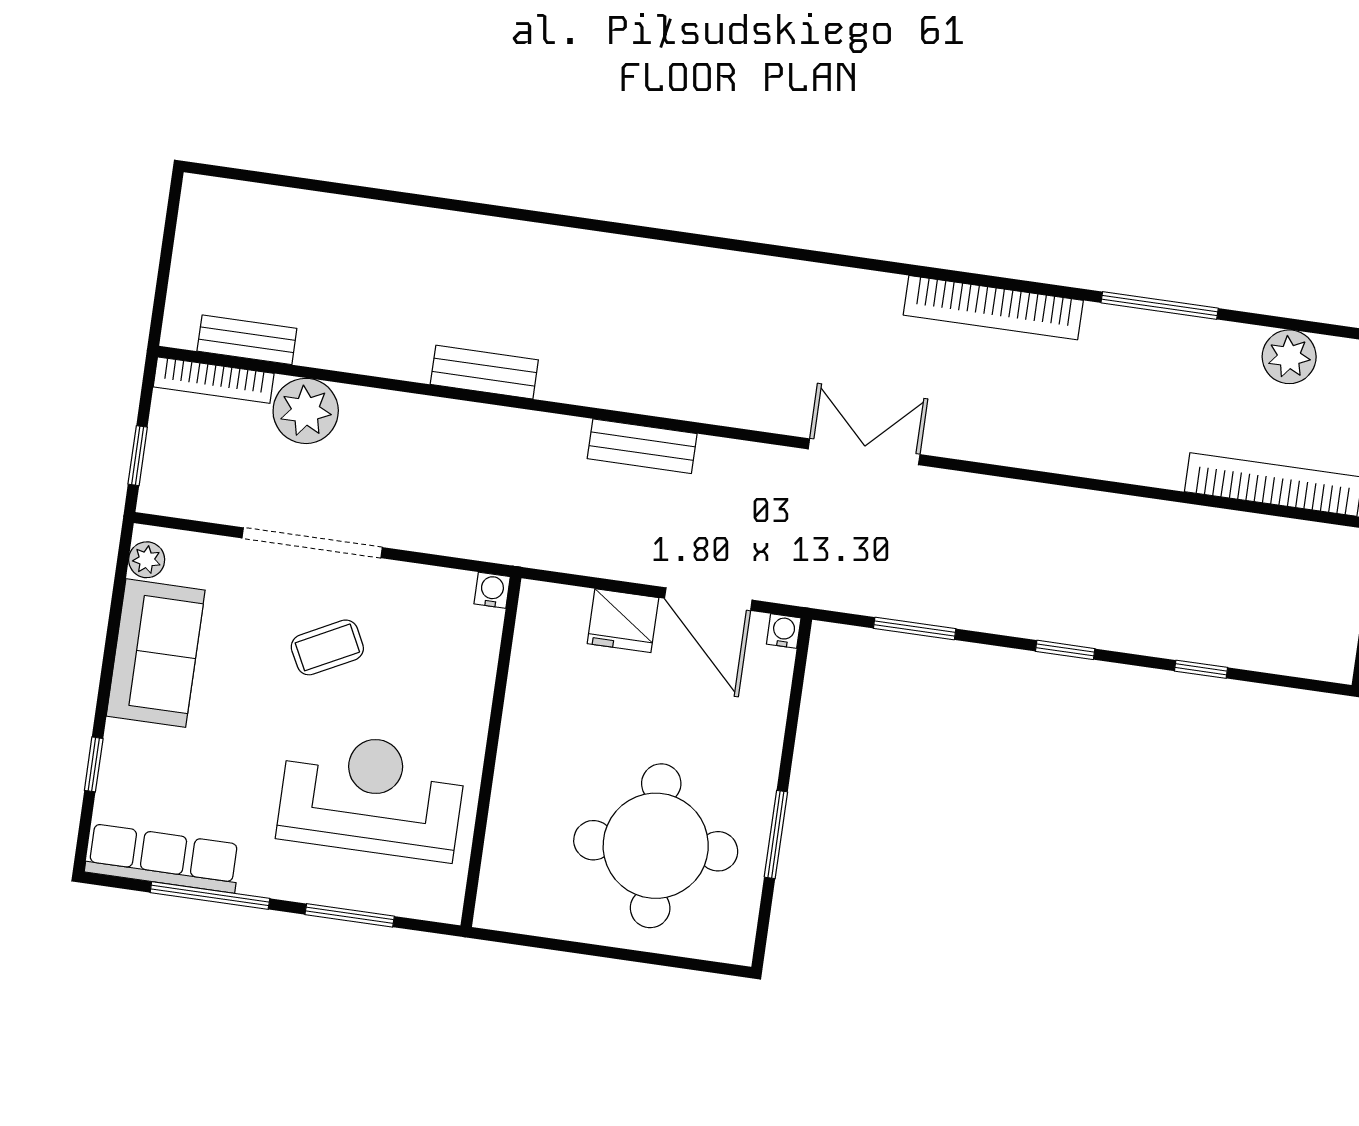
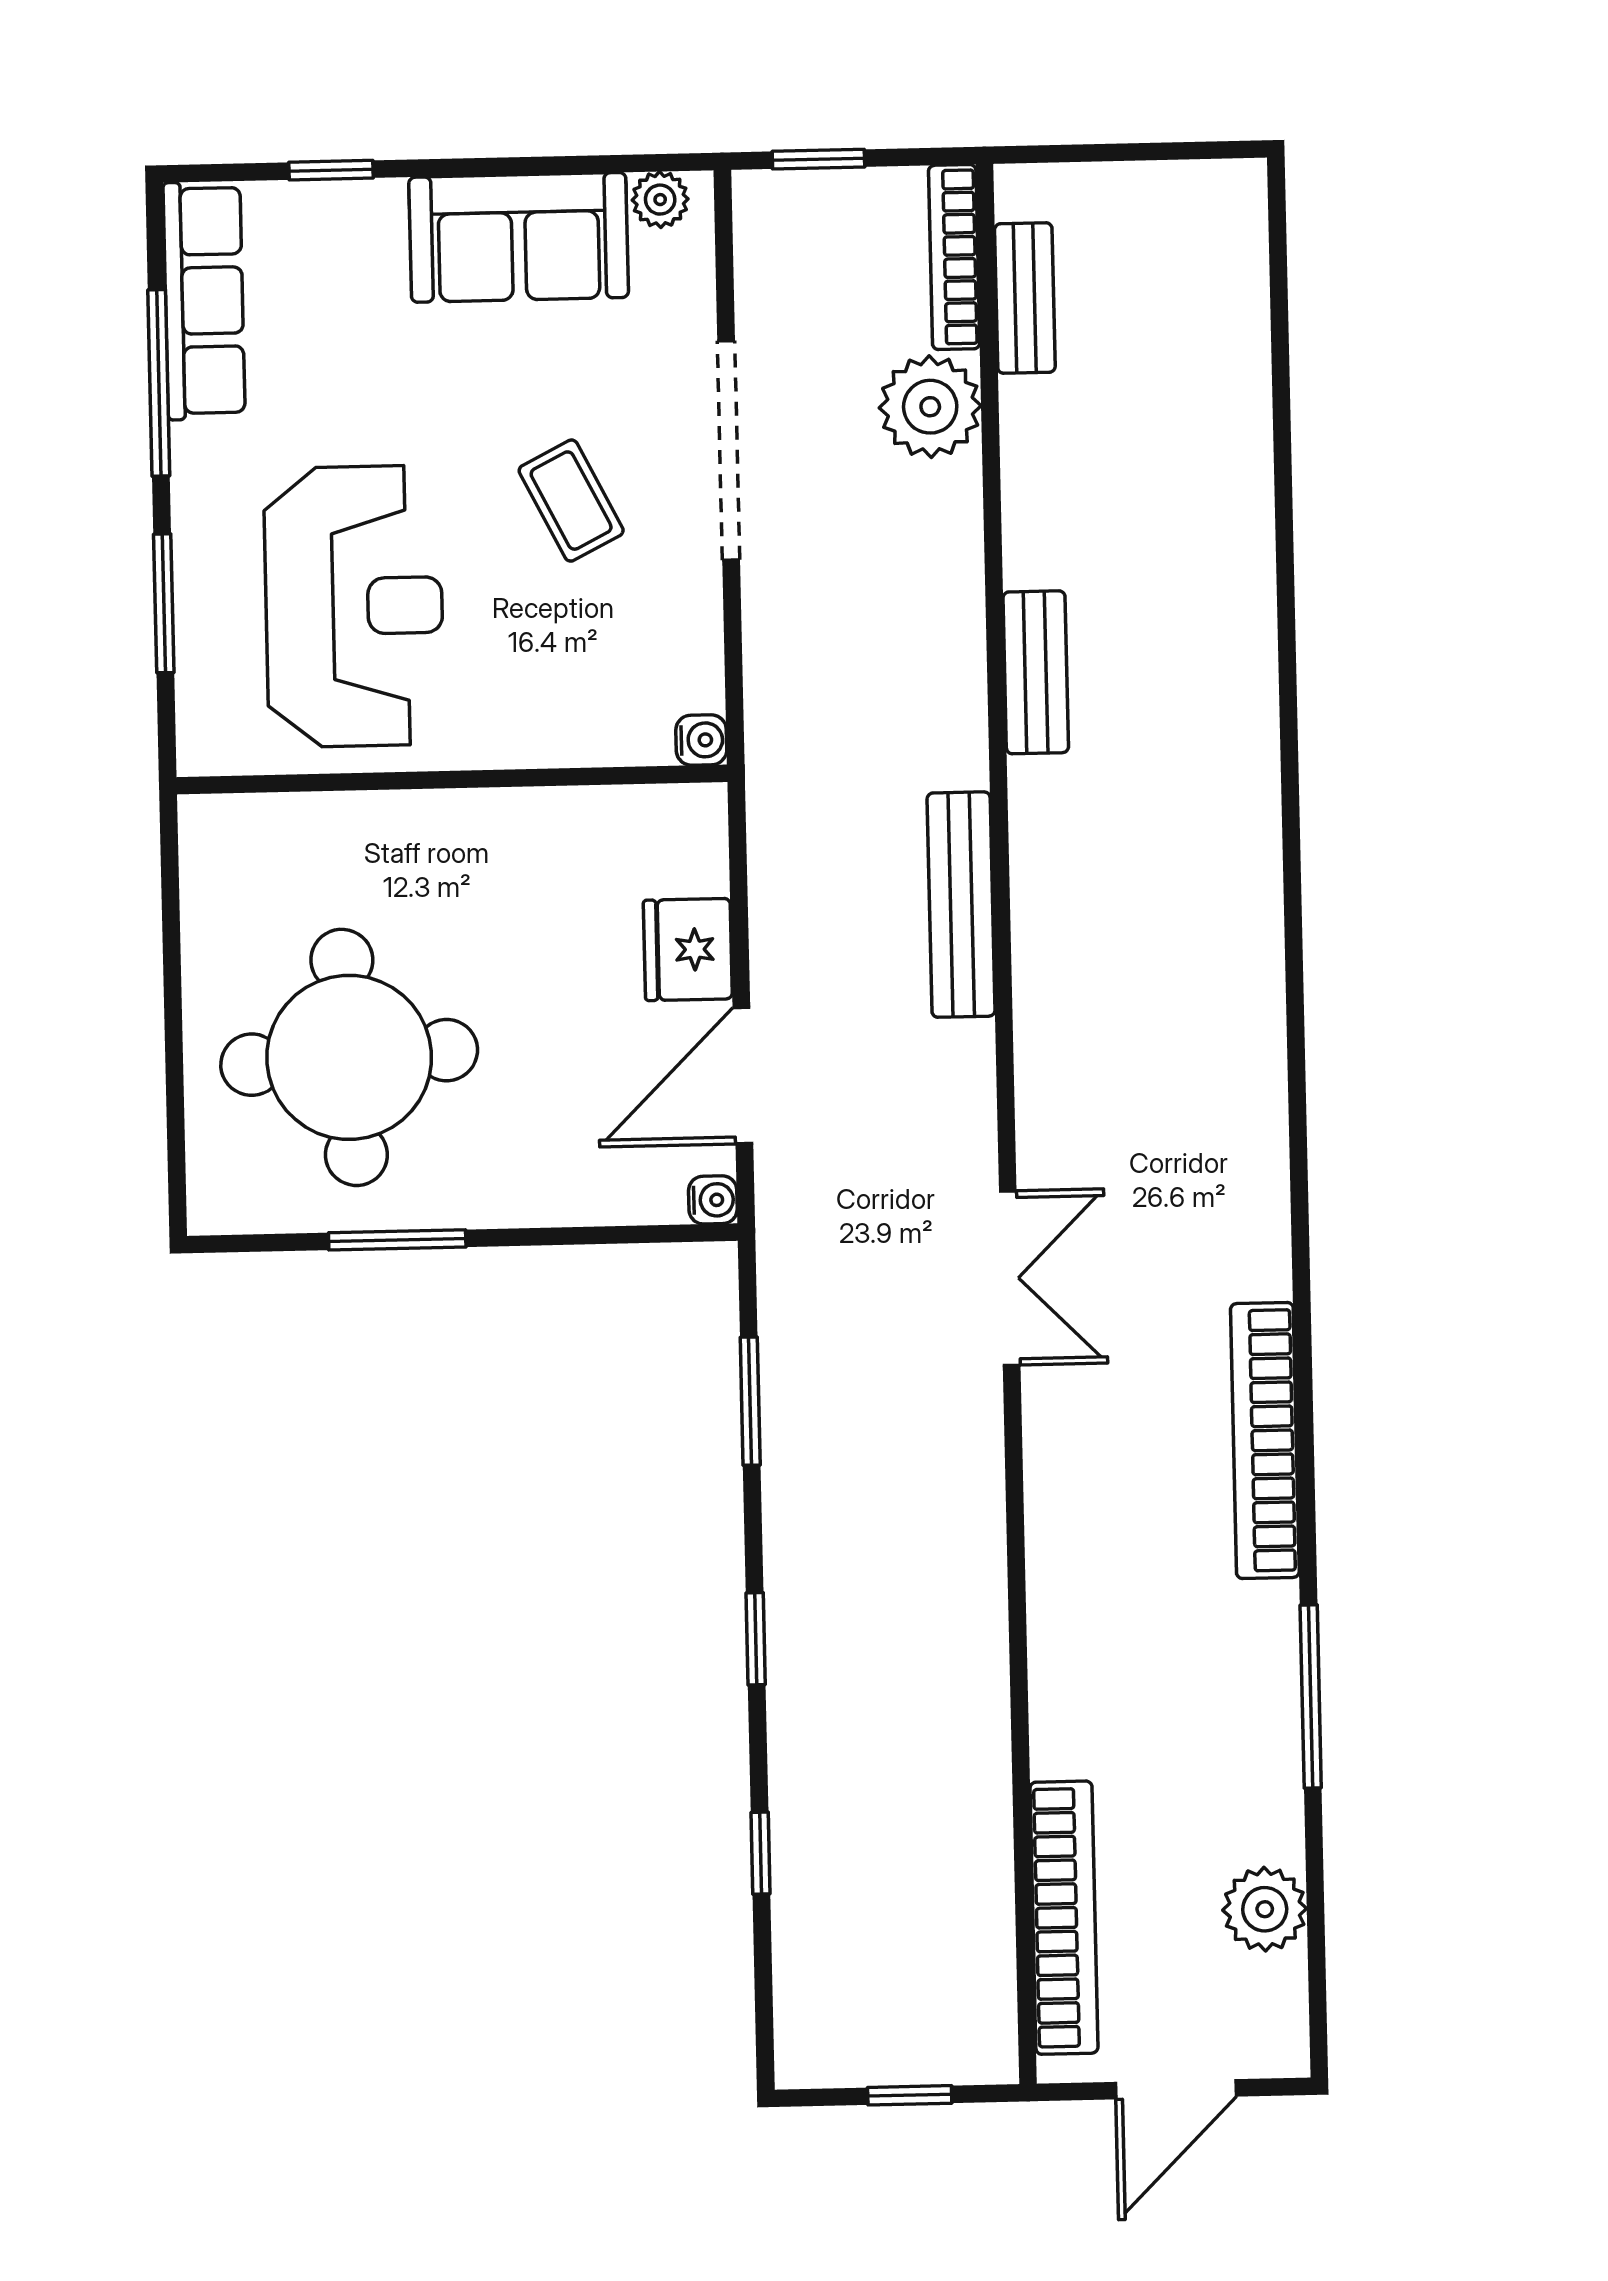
bench: (642, 446) -> (961, 905), width x1.36

